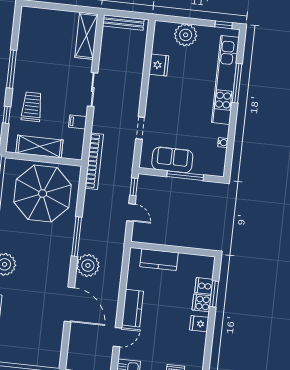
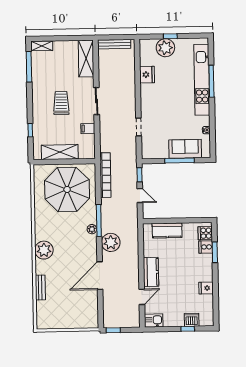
shelving: (34, 13) -> (42, 46), added
window: (224, 25) -> (170, 36), moved
window: (12, 69) -> (29, 67), moved
trolley: (32, 107) -> (61, 103), moved
sofa: (172, 160) -> (185, 149), moved
bookcase: (94, 161) -> (105, 175), moved
plant: (67, 246) -> (92, 229), added
cooker: (202, 303) -> (205, 233), moved
door: (69, 304) -> (100, 276), swing flipped
fridge: (199, 324) -> (206, 288), moved

